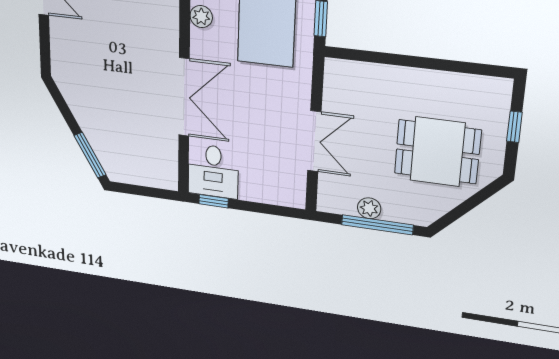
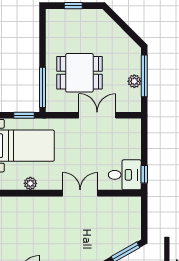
window: (369, 56) -> (43, 87), added
double door: (184, 97) -> (80, 193), width x0.73
dining table: (438, 152) -> (79, 73), moved, turned 90

